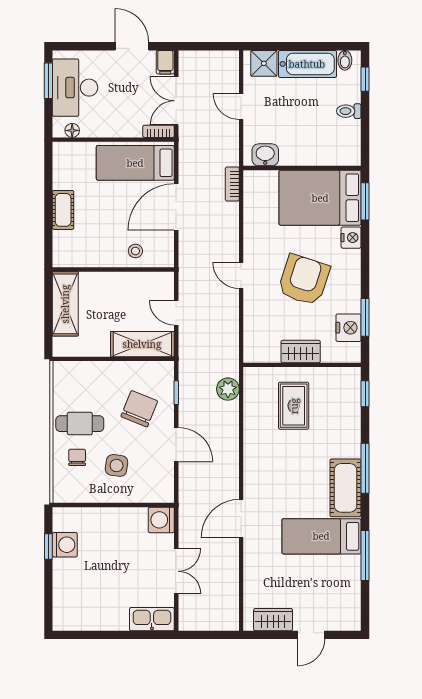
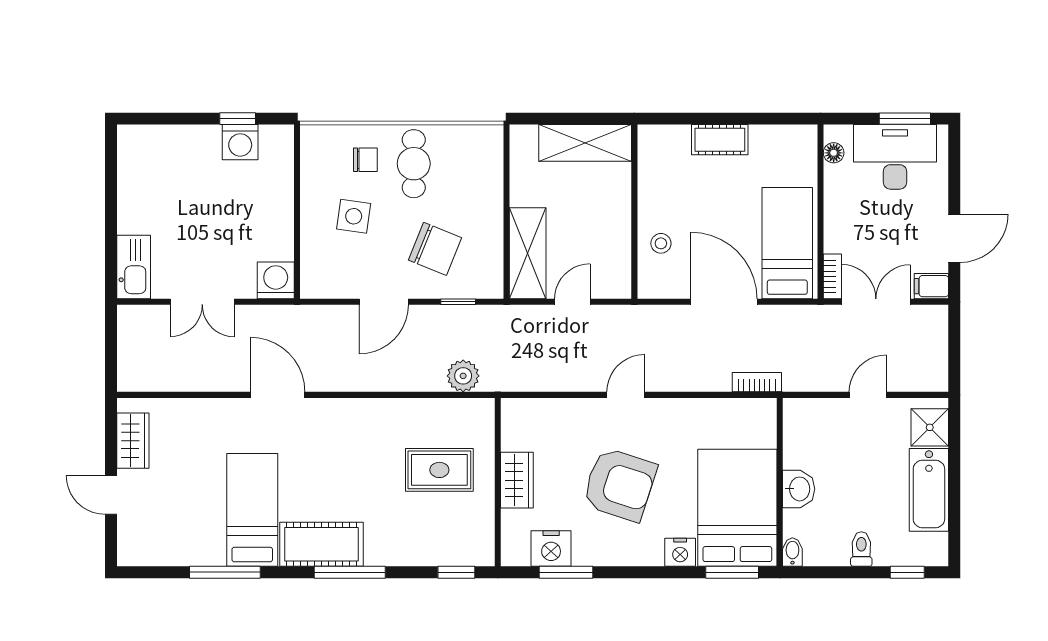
bidet: (345, 60) -> (792, 552), moved, turned 90
washbasin: (265, 155) -> (799, 489), moved

